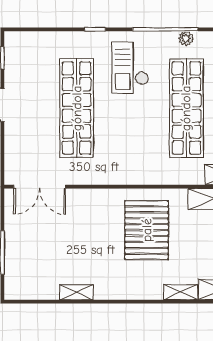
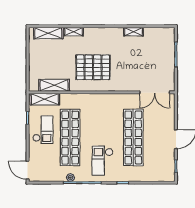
checkout: (130, 68) -> (103, 161), turned 180
double door: (40, 187) -> (155, 92), swing flipped
pallet: (147, 230) -> (93, 67), turned 90

